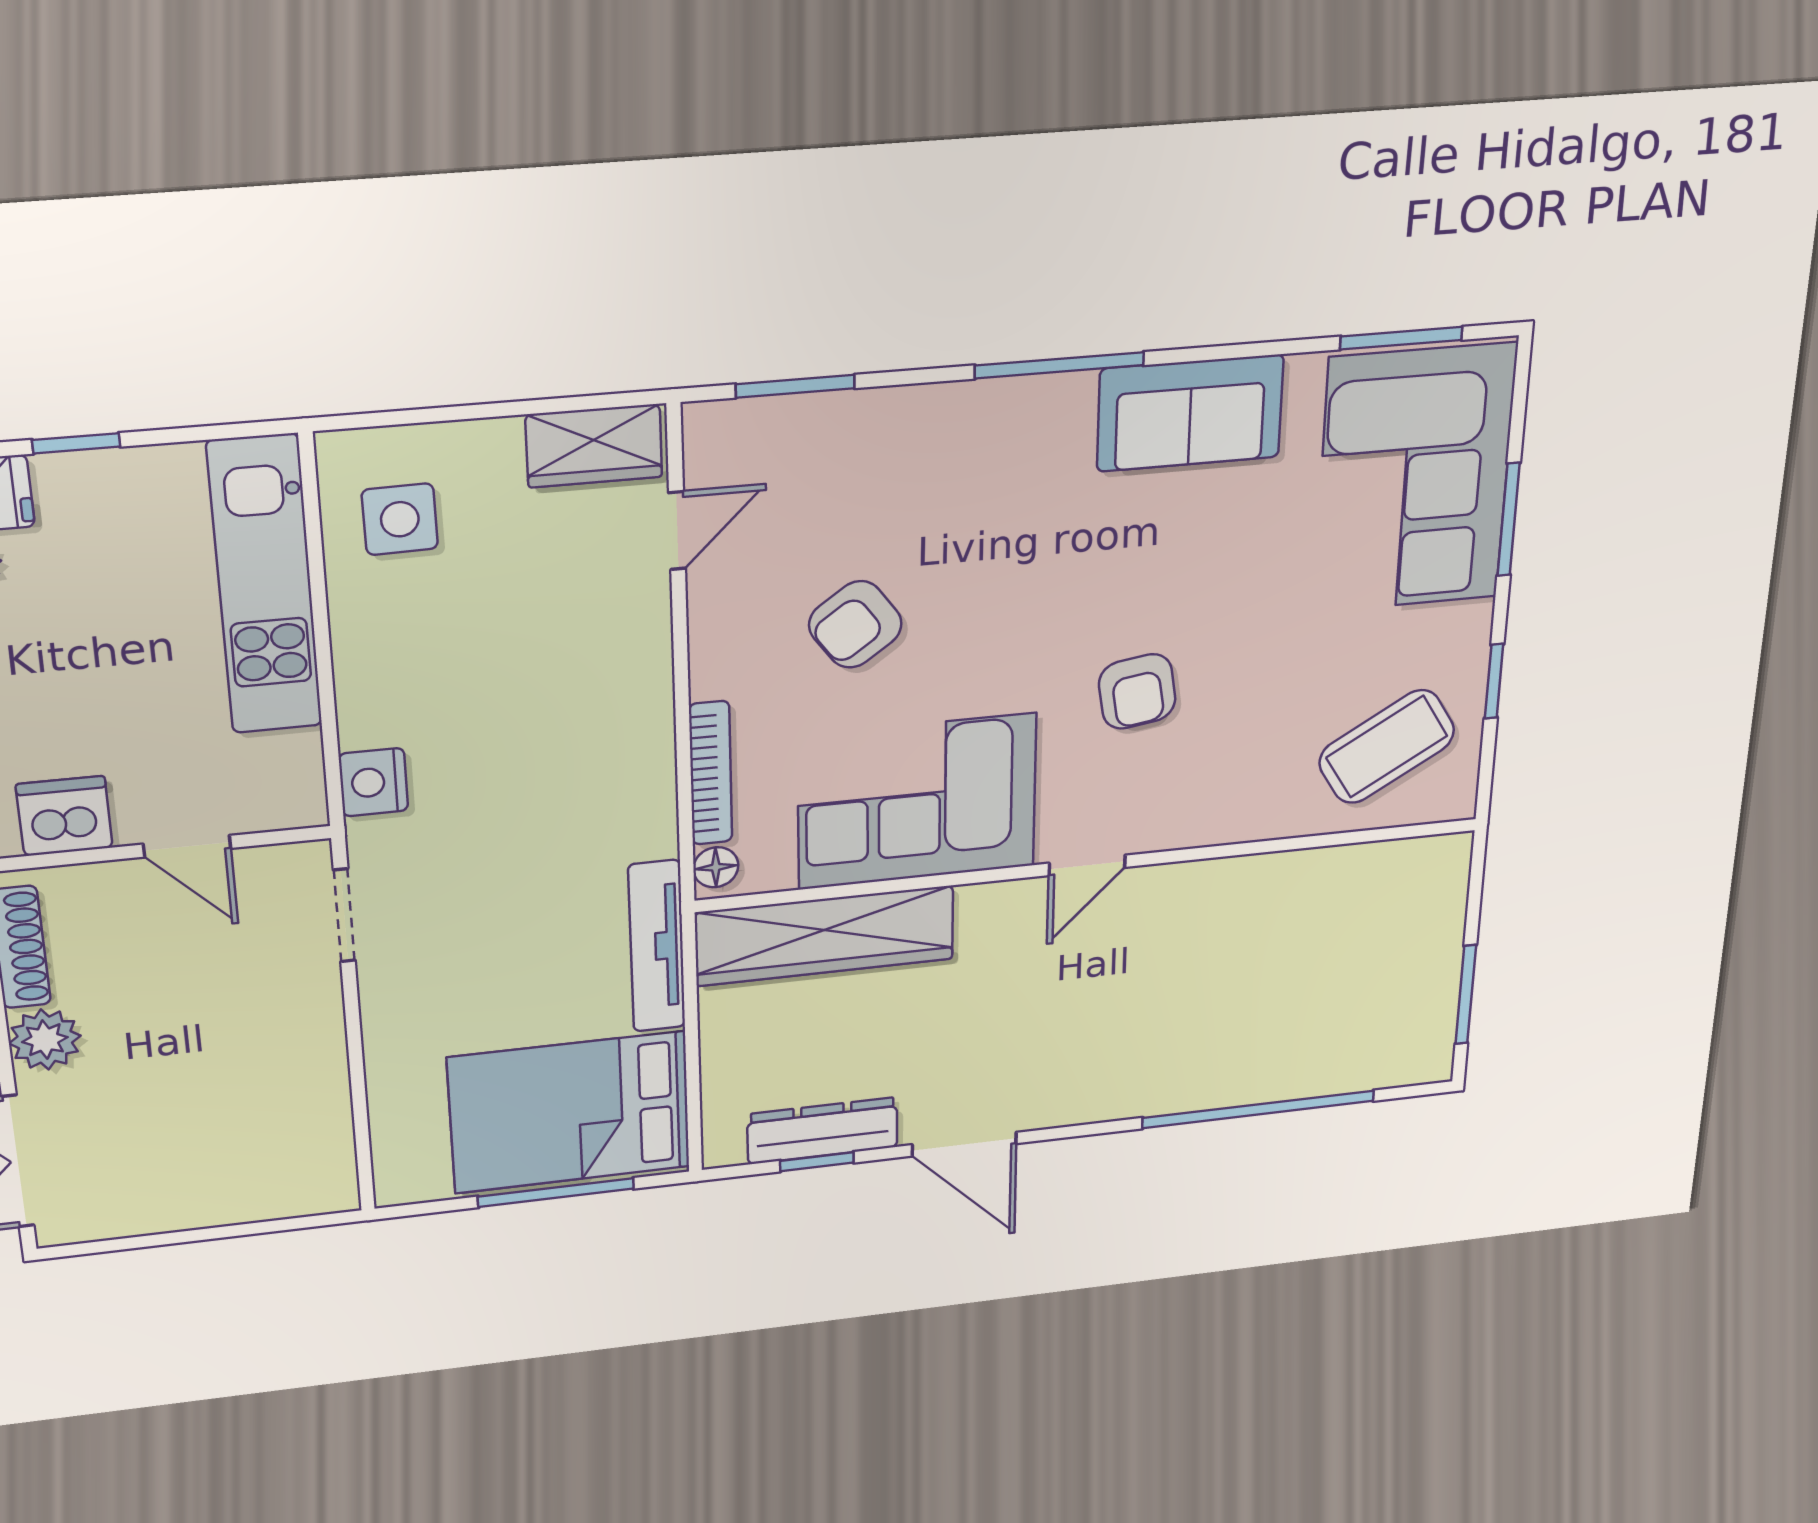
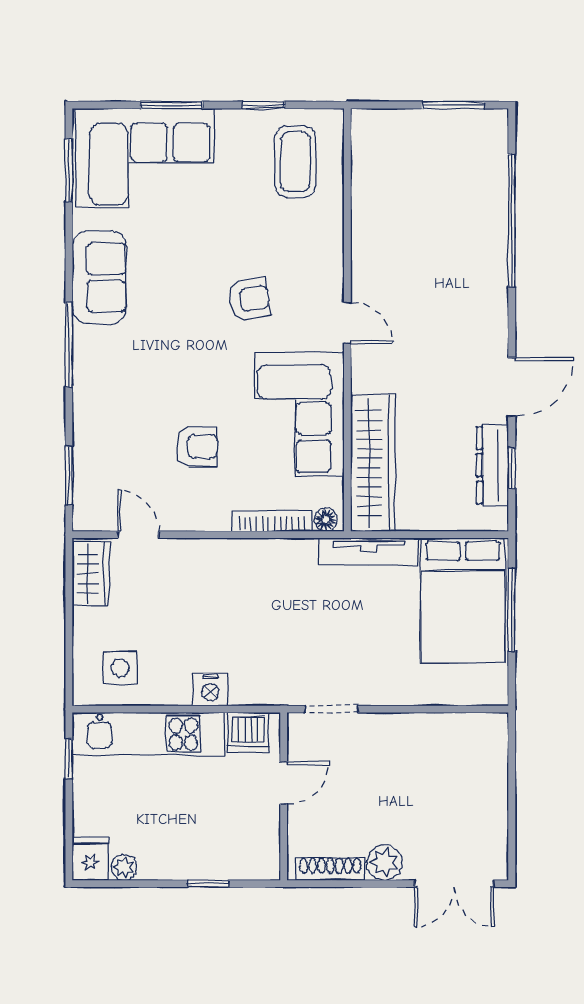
window: (76, 443) -> (69, 759), moved
armchair: (855, 624) -> (197, 446), turned -54
coffee table: (1387, 747) -> (295, 162), turned 31
nightstand: (373, 782) -> (210, 690), moved
dishwasher: (64, 816) -> (248, 732), moved, turned -90

